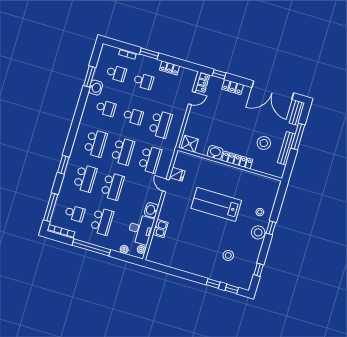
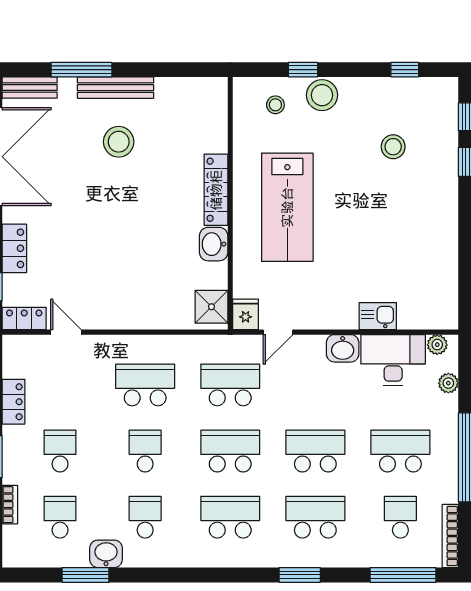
shower: (190, 144) -> (211, 307), moved
washbasin: (215, 152) -> (214, 244), moved
locker: (237, 160) -> (216, 190), moved
wall: (230, 164) -> (230, 203), moved

